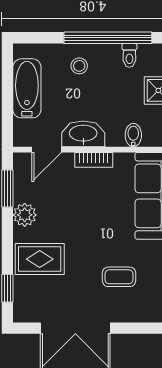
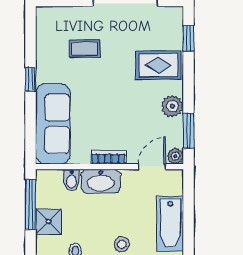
washbasin: (83, 134) -> (101, 181), moved
plant: (22, 161) -> (175, 156), added

